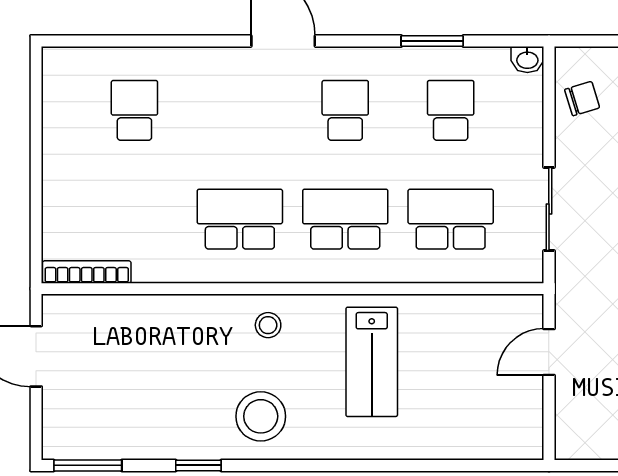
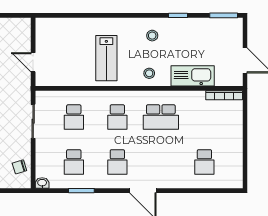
school desk: (345, 219) -> (117, 117), width x0.54
school desk: (451, 219) -> (74, 117), width x0.54
kitchen sink: (163, 319) -> (193, 76), added
door: (549, 352) -> (33, 62), swing flipped
lab bench: (372, 362) -> (106, 58), turned 180
stool: (261, 416) -> (152, 36), width x0.53, depth x0.53

